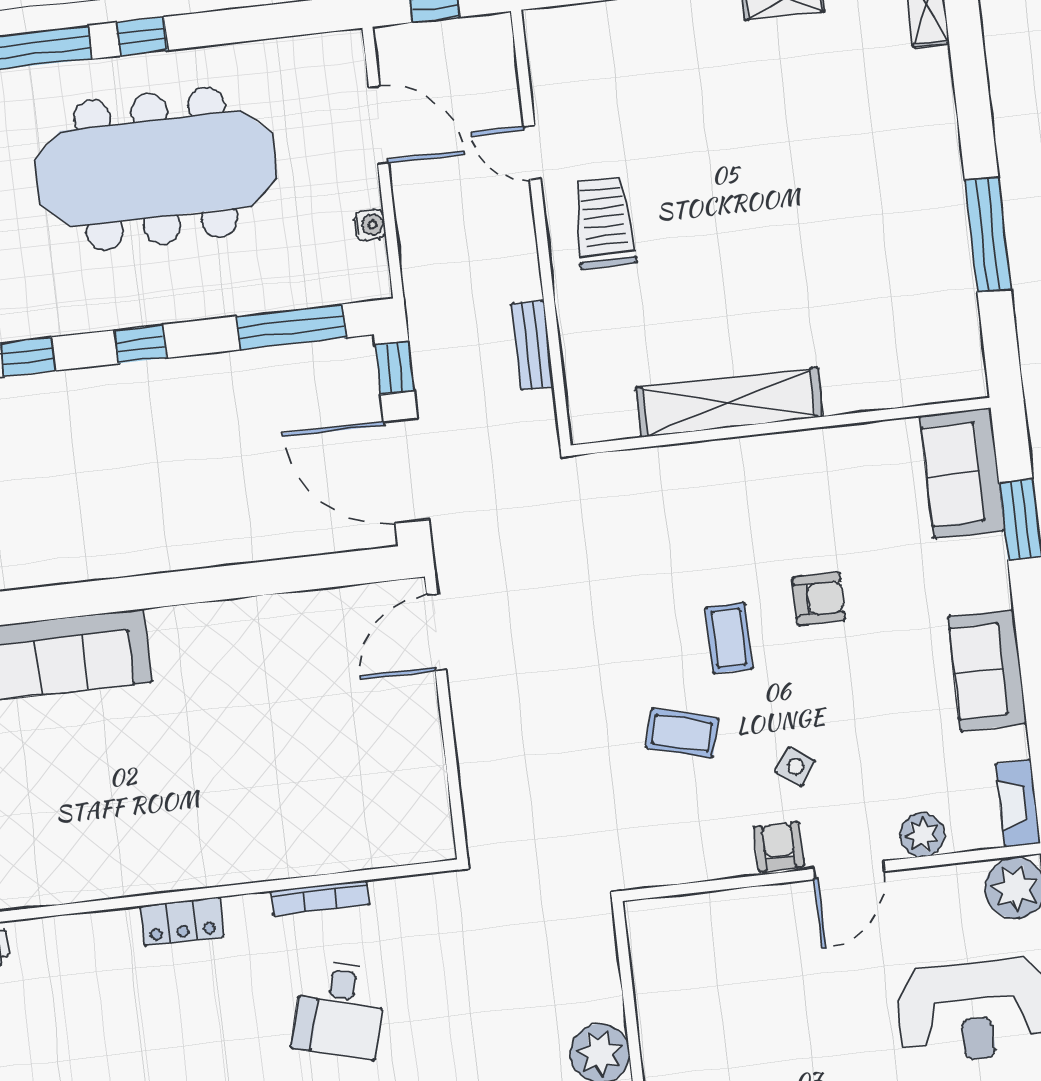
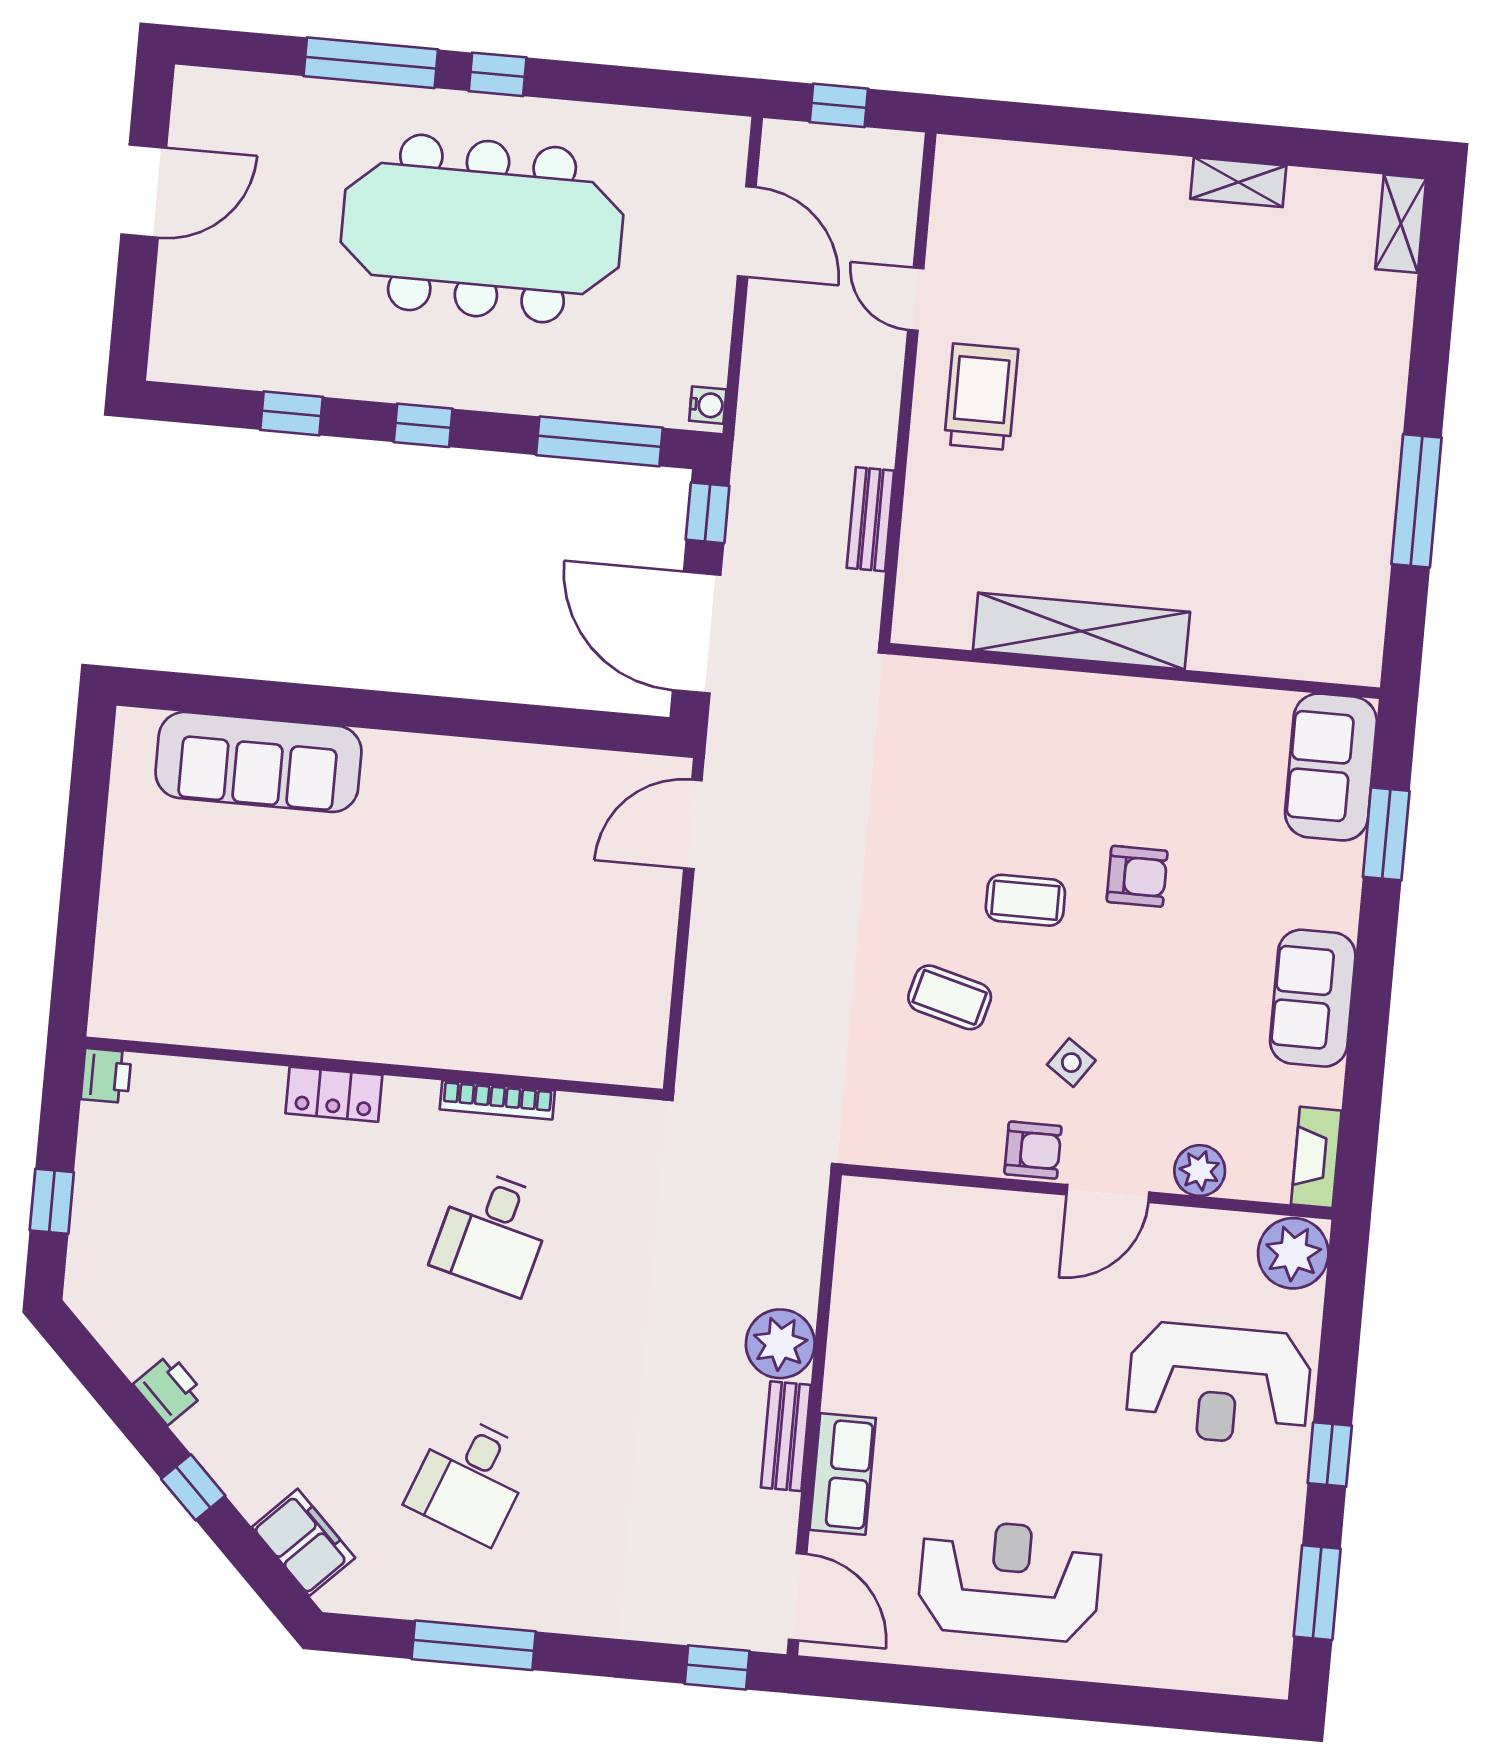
water cooler: (370, 225) -> (708, 405), moved
coffee table: (729, 638) -> (1025, 900), turned 90
armchair: (779, 847) -> (1033, 1150), turned 90

